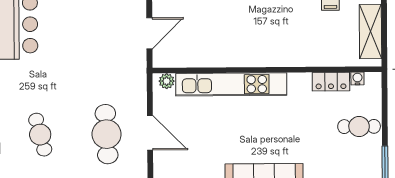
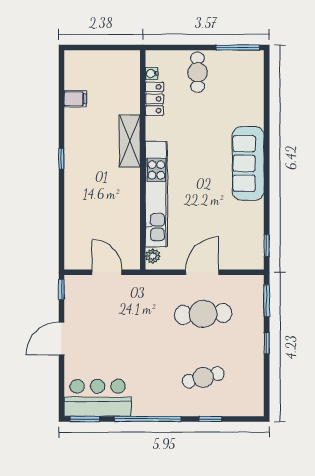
shelving: (370, 31) -> (130, 141), moved, turned 90

